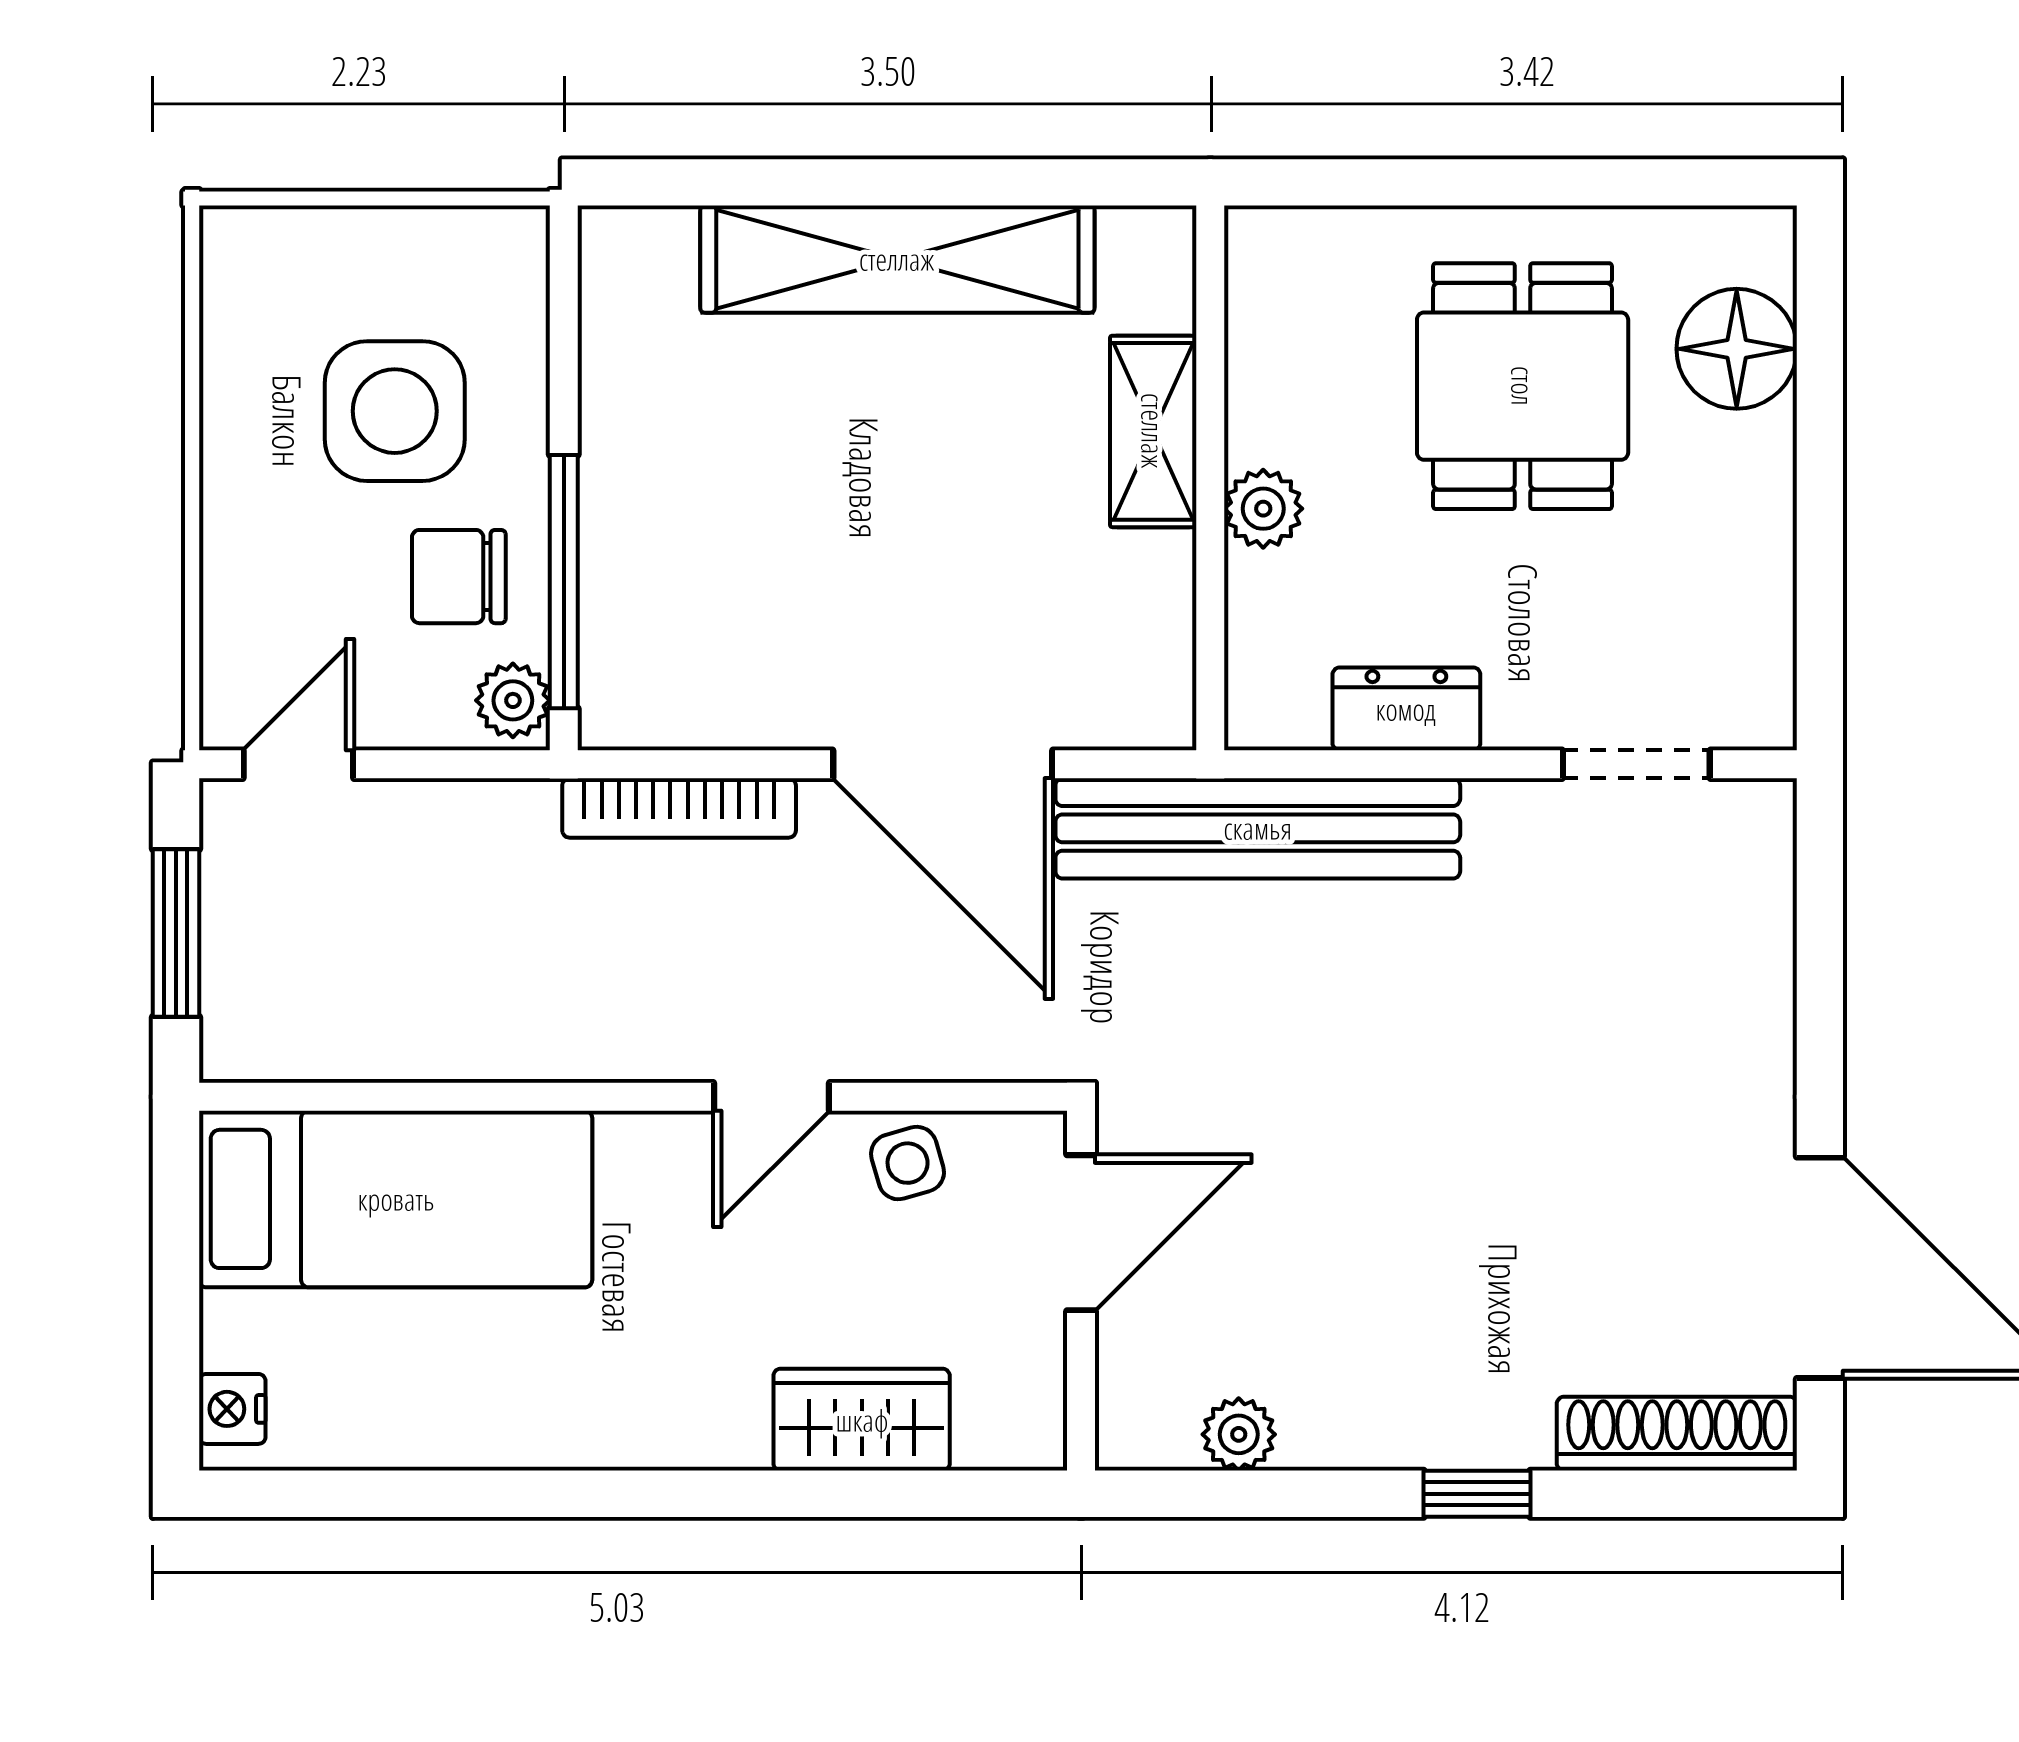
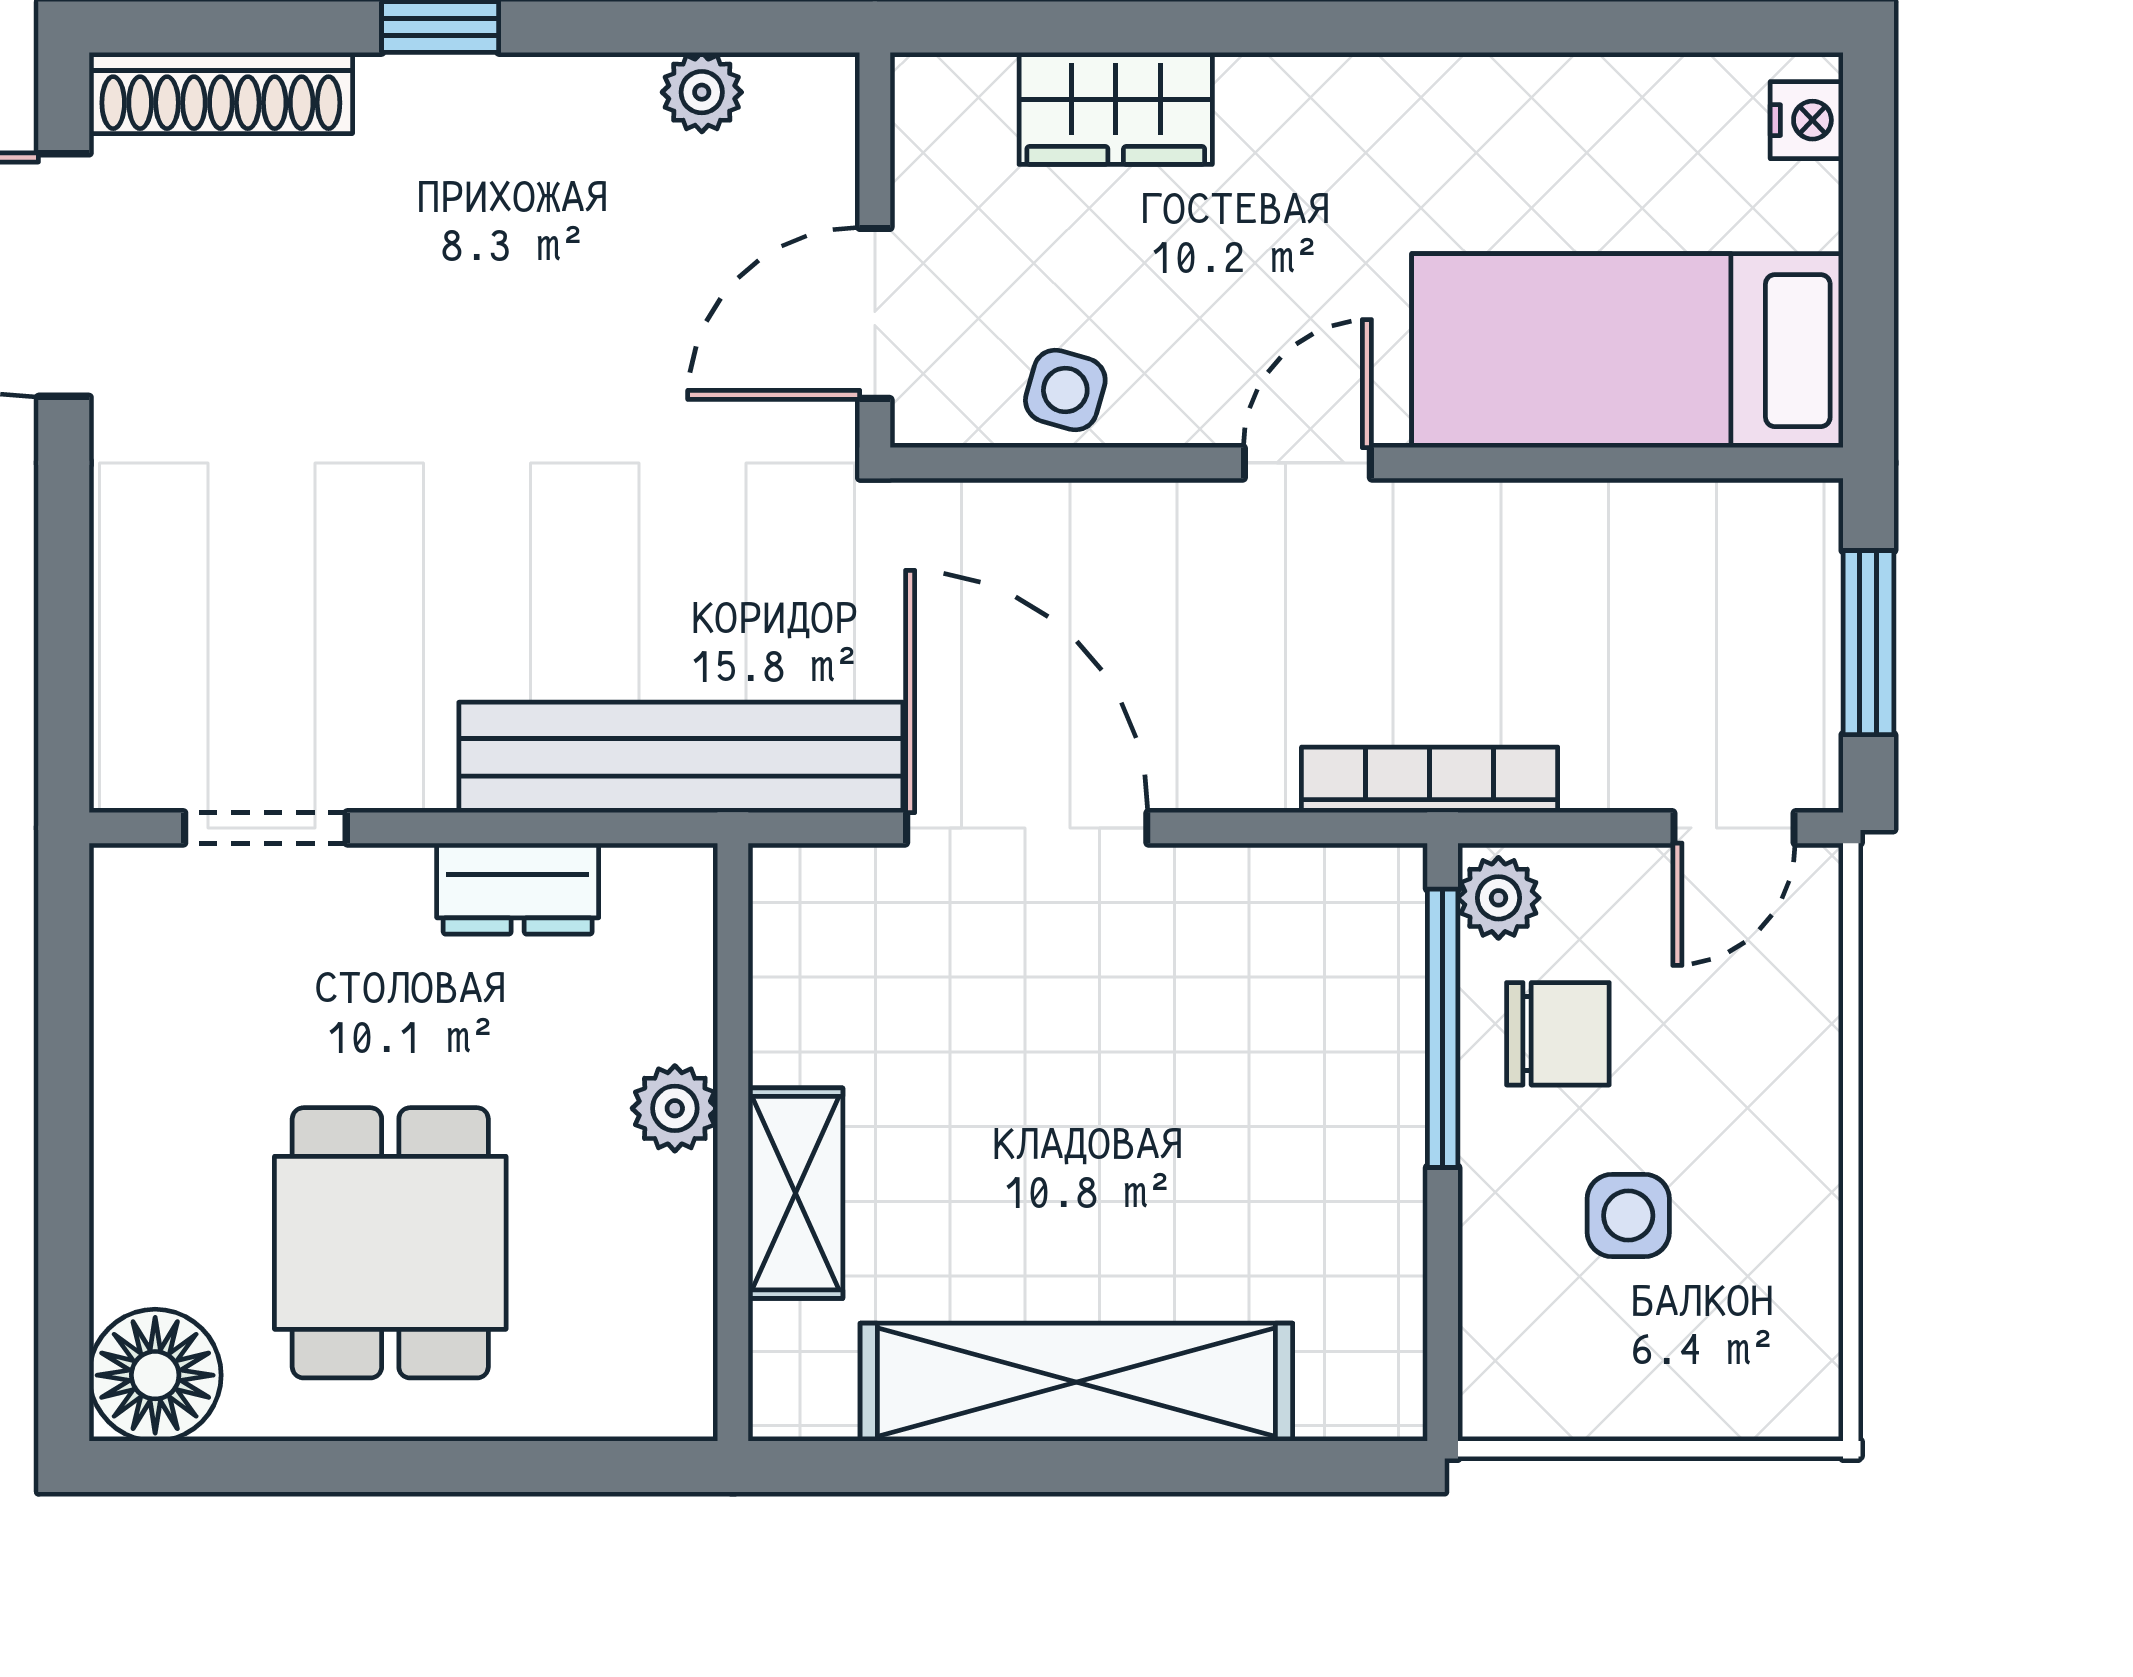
floor lamp: (1737, 349) -> (155, 1375), moved
side table: (395, 411) -> (1628, 1216), width x0.54, depth x0.54
bookcase: (679, 808) -> (1430, 780), moved
door: (772, 1097) -> (1307, 463), moved
side table: (908, 1163) -> (1065, 390), turned 32

